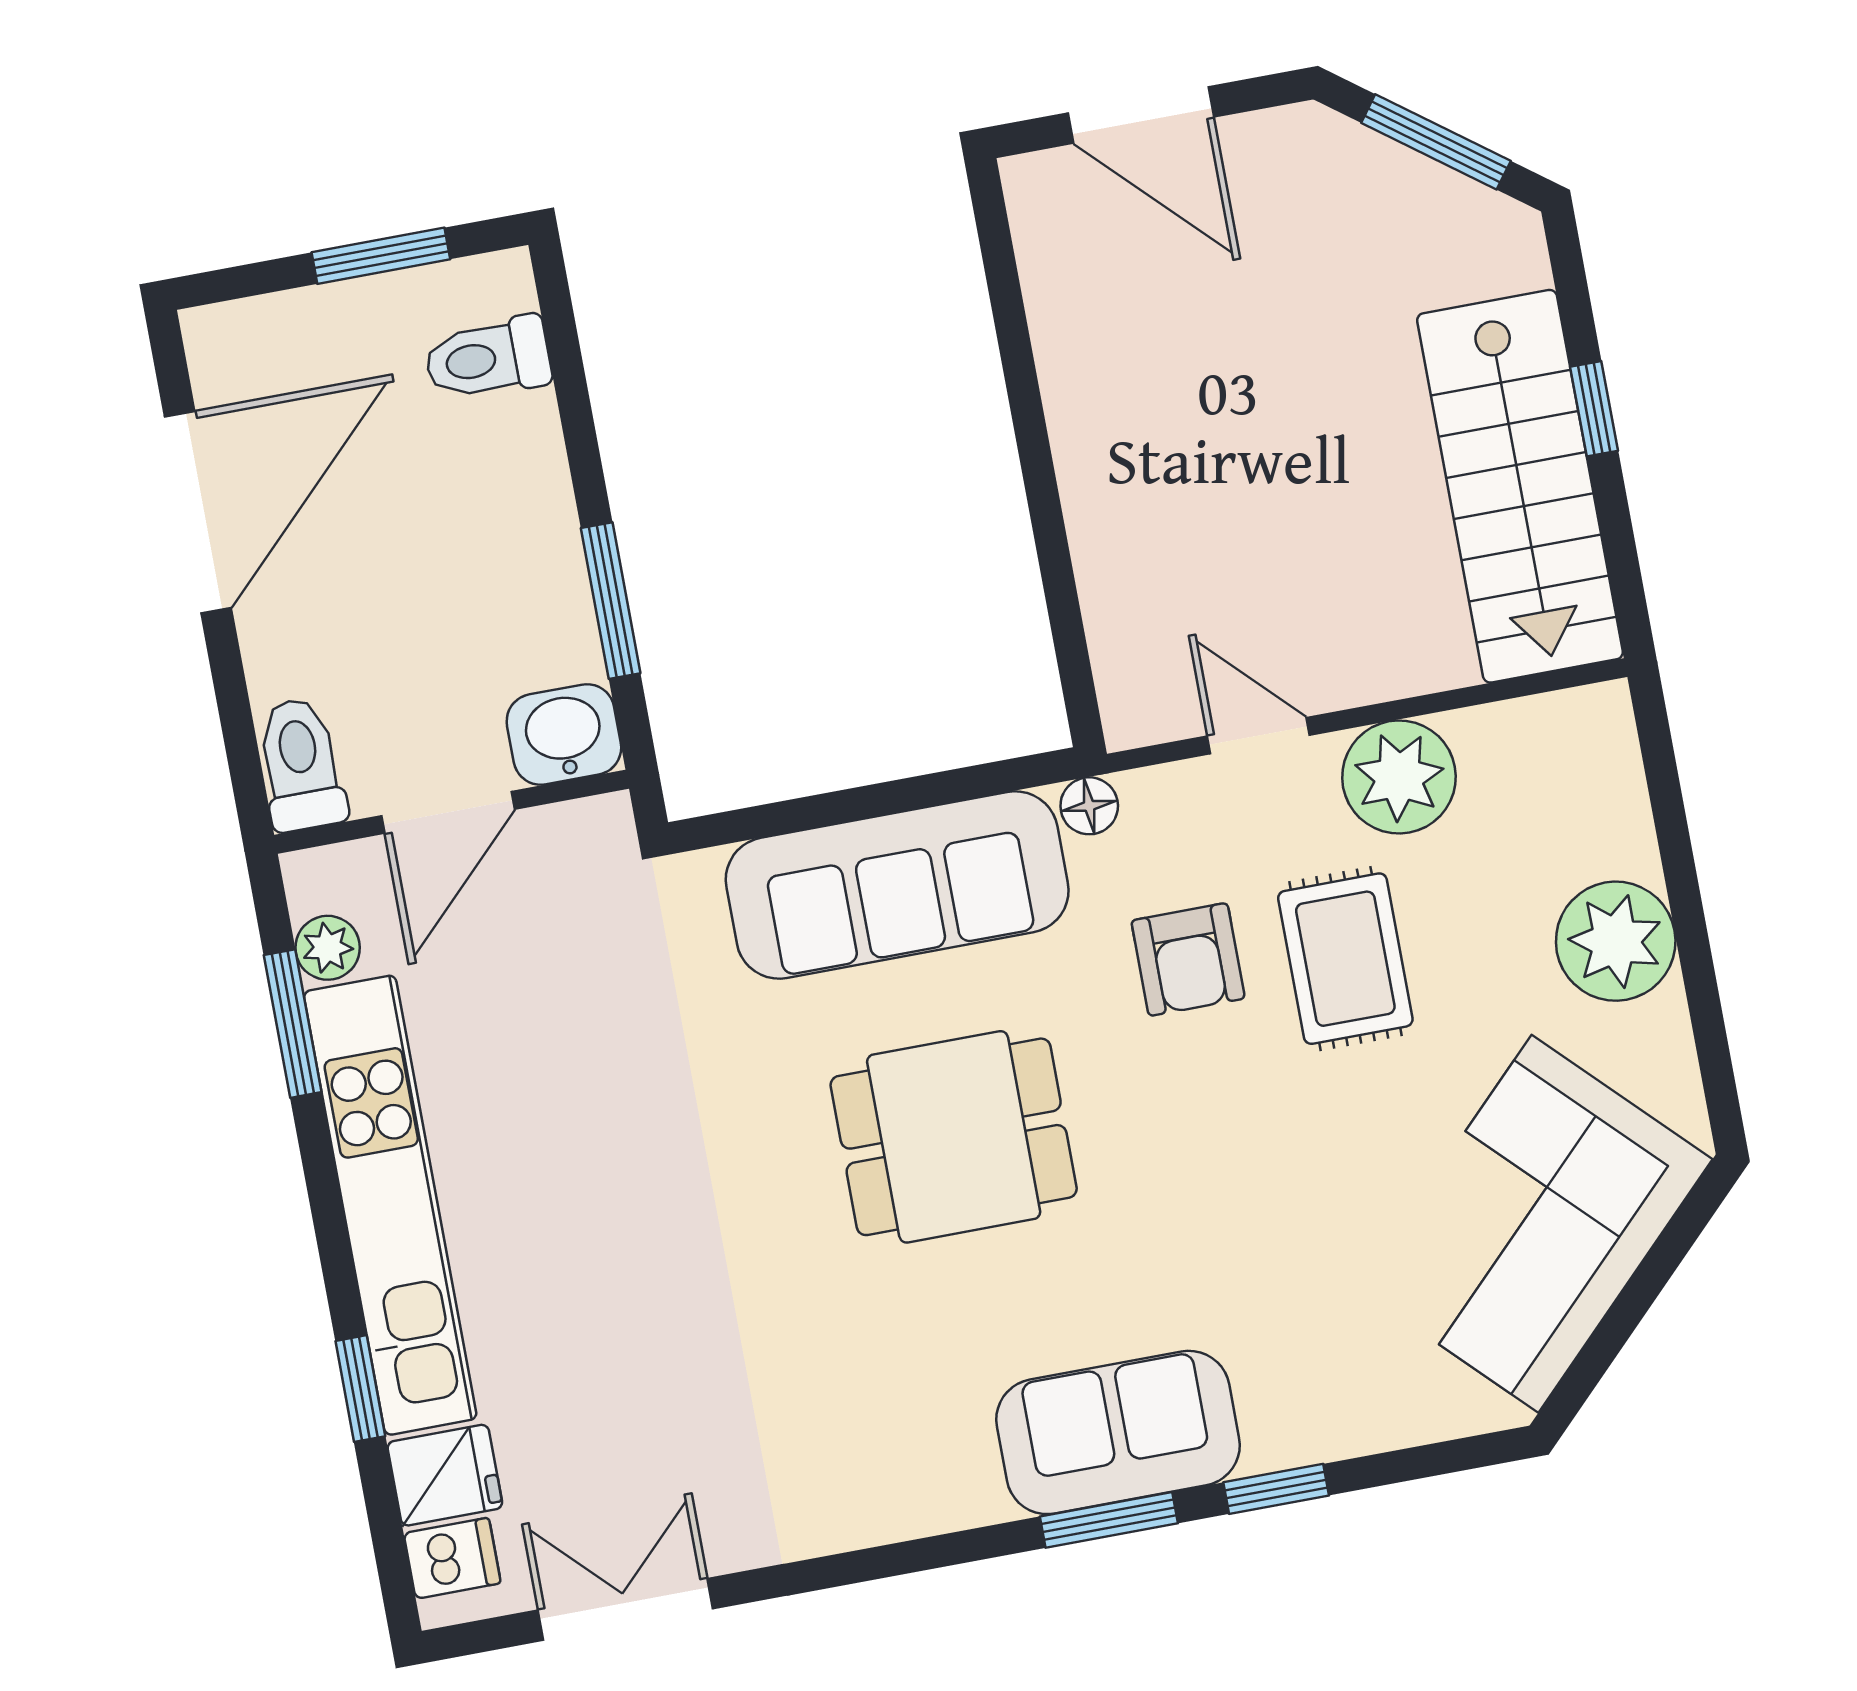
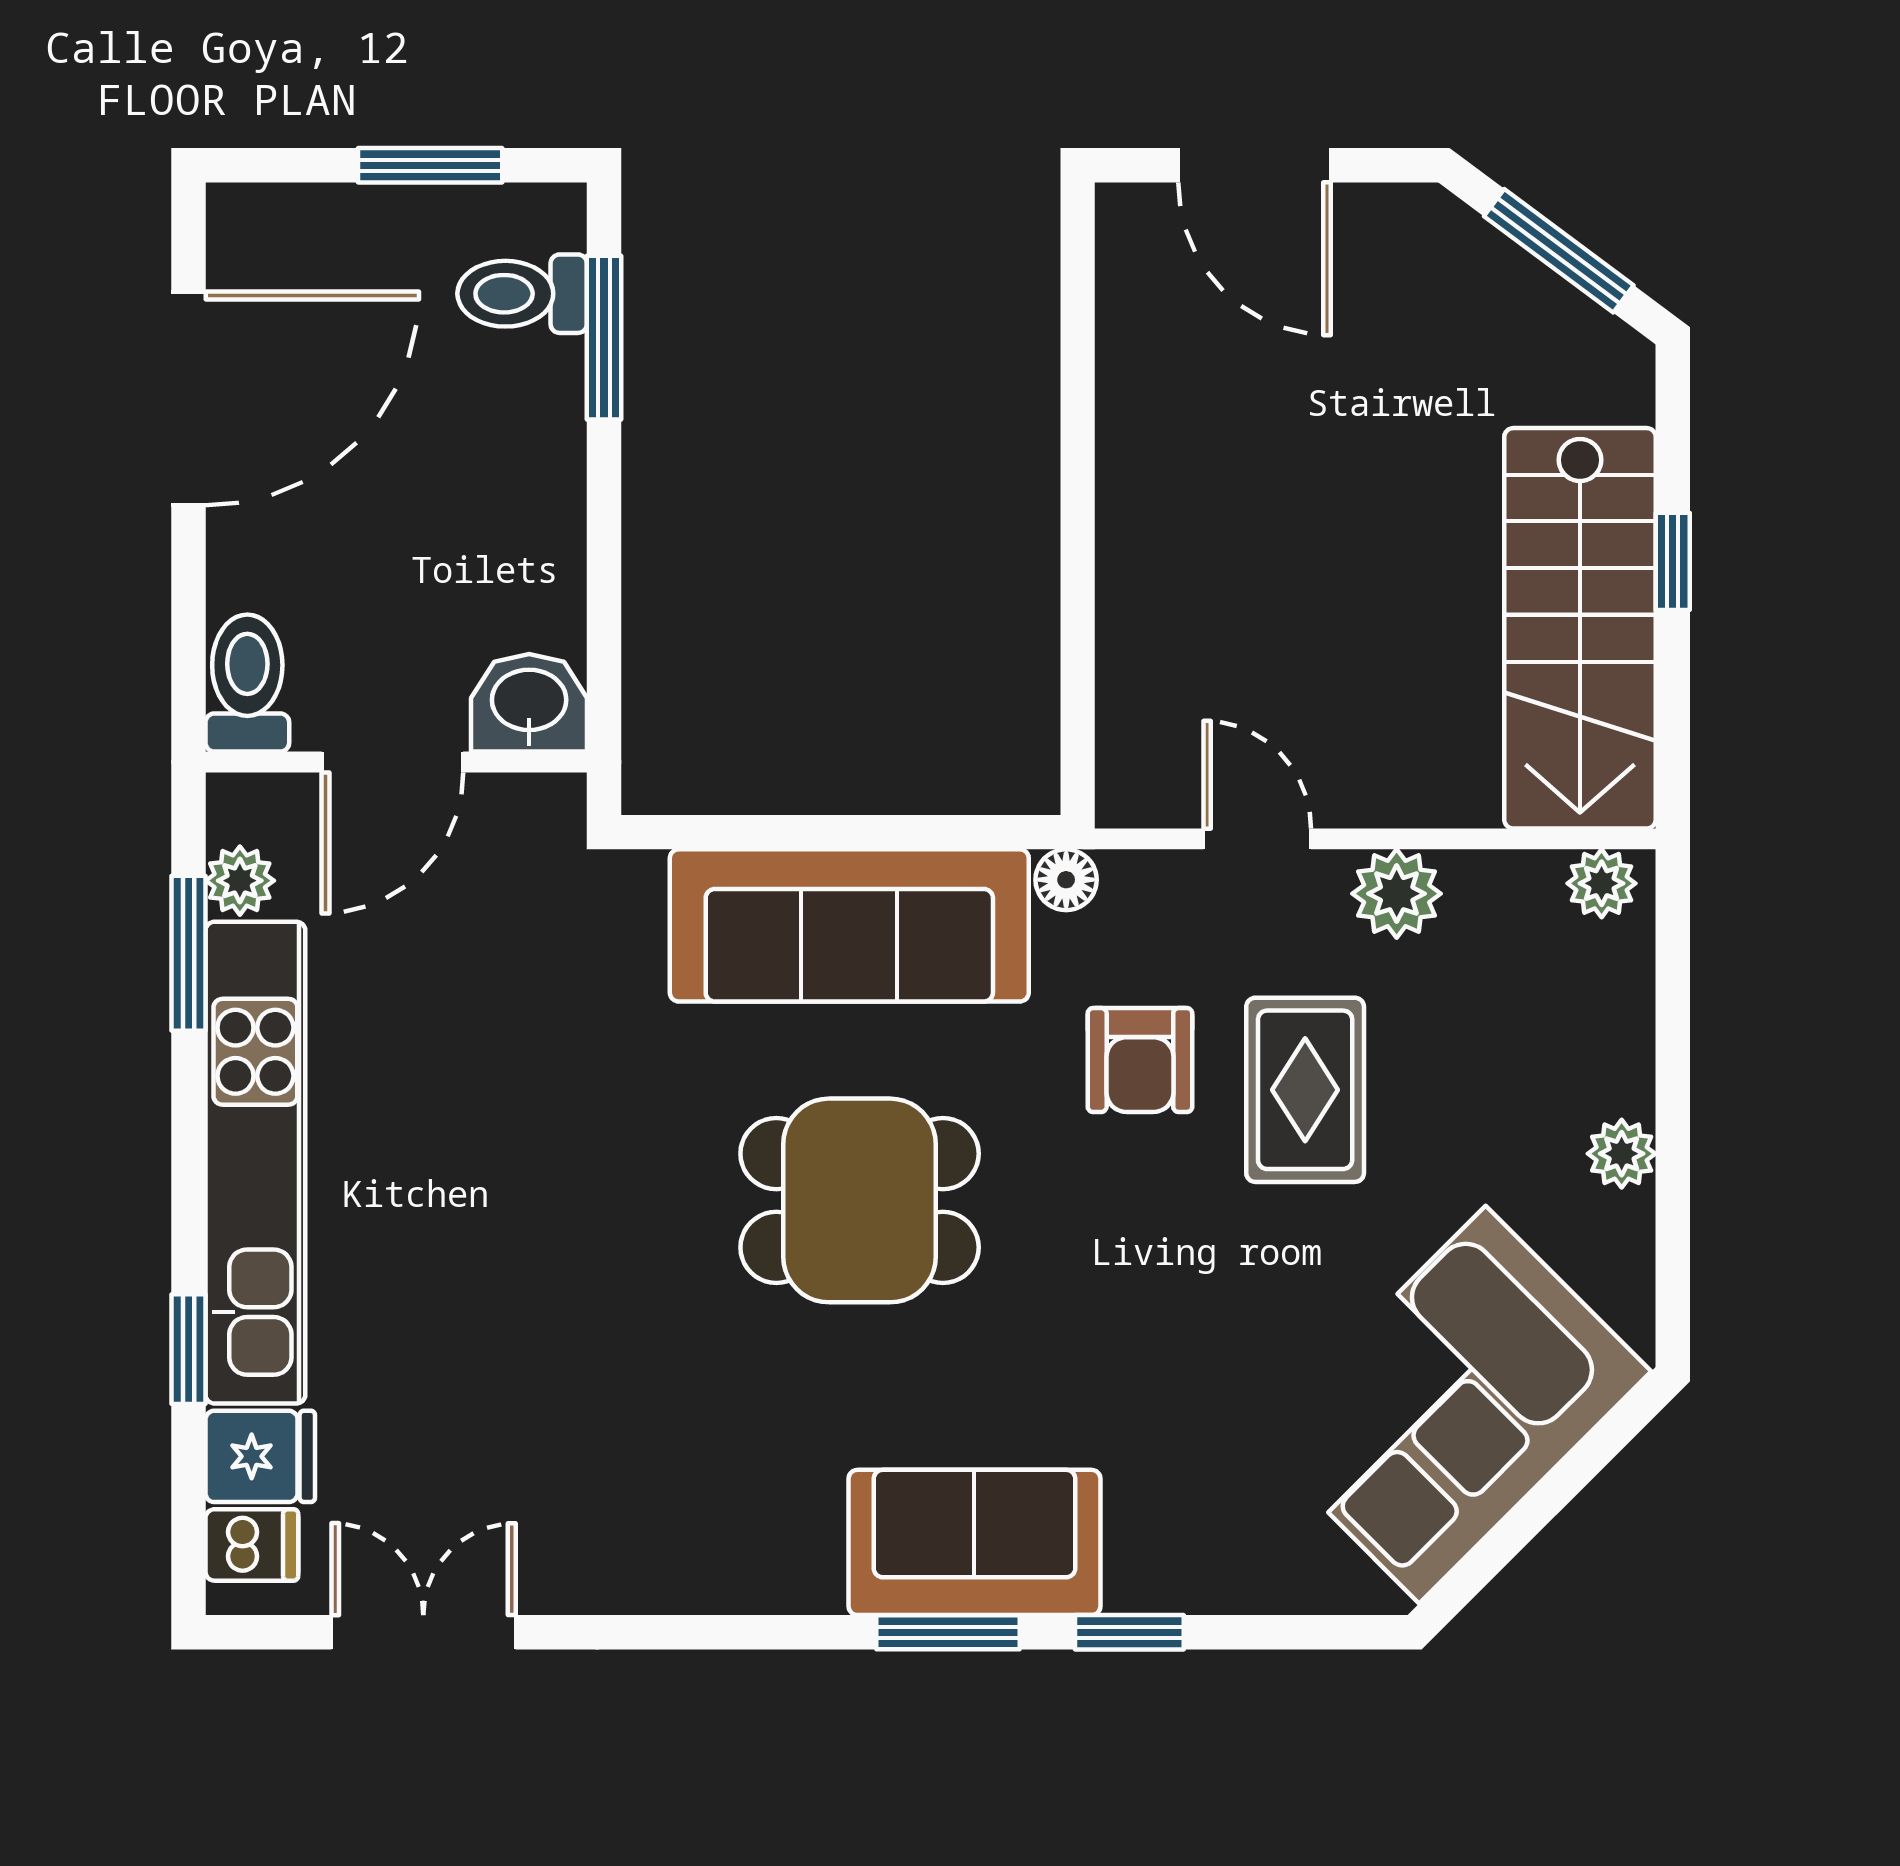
window: (611, 601) -> (604, 338), moved
plant: (1583, 718) -> (1602, 883), added
plant: (1399, 777) -> (1397, 894), width x0.73, depth x0.73
plant: (1616, 941) -> (1622, 1154), width x0.53, depth x0.53

